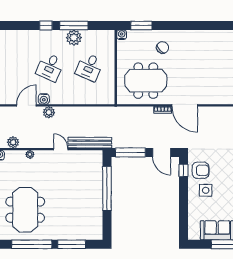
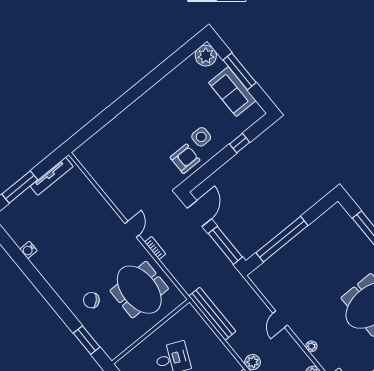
water cooler: (122, 35) -> (28, 250), moved
door: (185, 105) -> (132, 229), width x0.53
bench: (90, 143) -> (212, 314), moved
window: (184, 170) -> (240, 143), moved
armchair: (201, 170) -> (185, 159), turned 90

